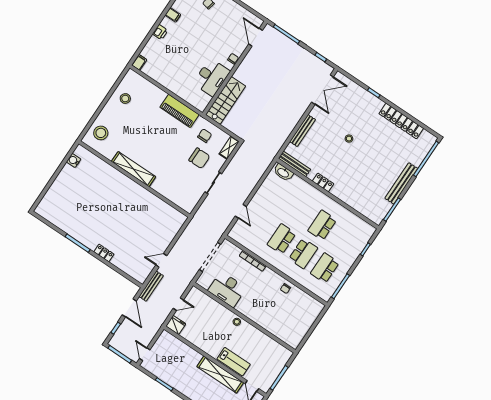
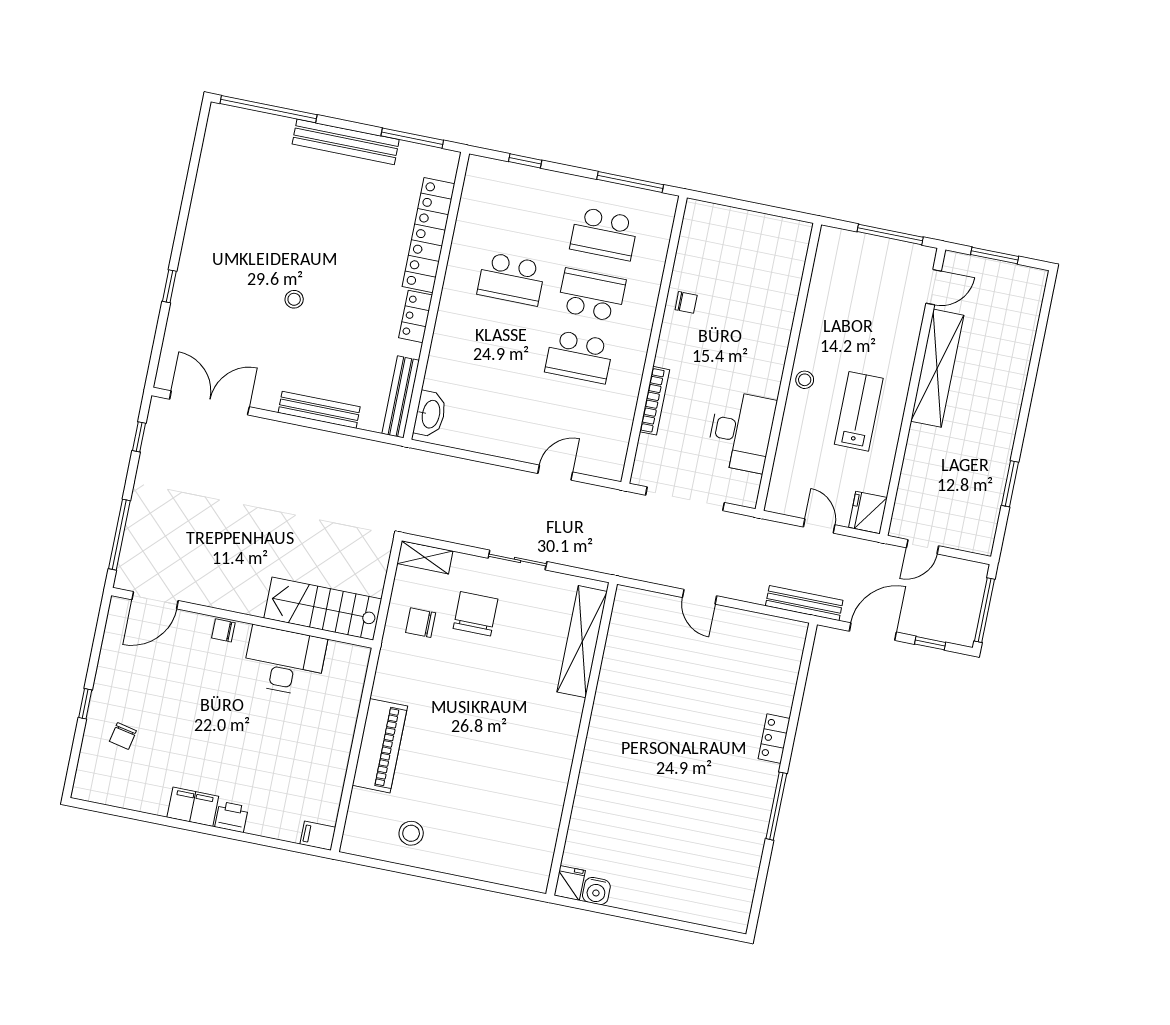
filing cabinet: (173, 15) -> (193, 807), width x2.00
piano: (179, 111) -> (380, 746), moved
locker: (401, 121) -> (429, 235), moved, turned 180
stool: (101, 133) -> (510, 856), removed
fridge: (81, 152) -> (570, 883), added
shelving: (134, 169) -> (582, 642), moved
door: (161, 260) -> (699, 597), moved
door: (145, 354) -> (922, 547), moved
lab bench: (234, 362) -> (859, 411), moved

